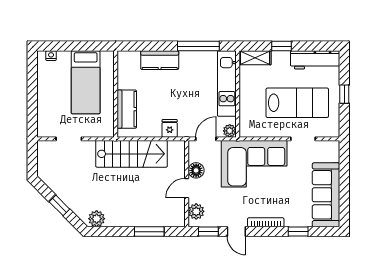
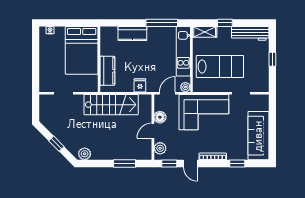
bed: (86, 82) -> (82, 50), width x1.50
lab bench: (297, 103) -> (220, 67), moved

